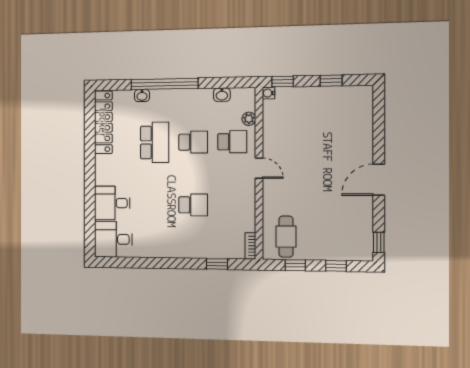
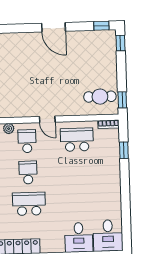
door: (259, 168) -> (47, 119), swing flipped
school desk: (193, 205) -> (77, 140), moved, width x1.85
window: (295, 265) -> (122, 100), moved
window: (336, 266) -> (120, 43), moved

